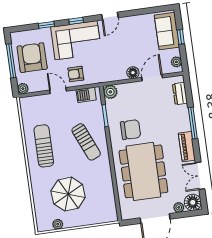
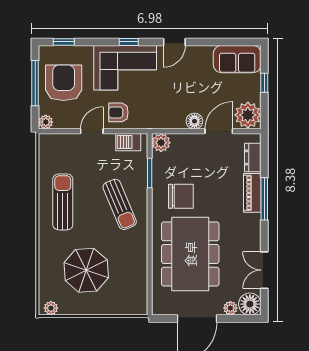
window: (46, 25) -> (64, 42), moved
sofa: (167, 31) -> (237, 59), moved, turned -90
plant: (176, 62) -> (248, 115), width x1.88, depth x1.88
door: (58, 91) -> (92, 131), hinge flipped
piano: (187, 147) -> (252, 193), moved
plant: (58, 224) -> (51, 308), moved

